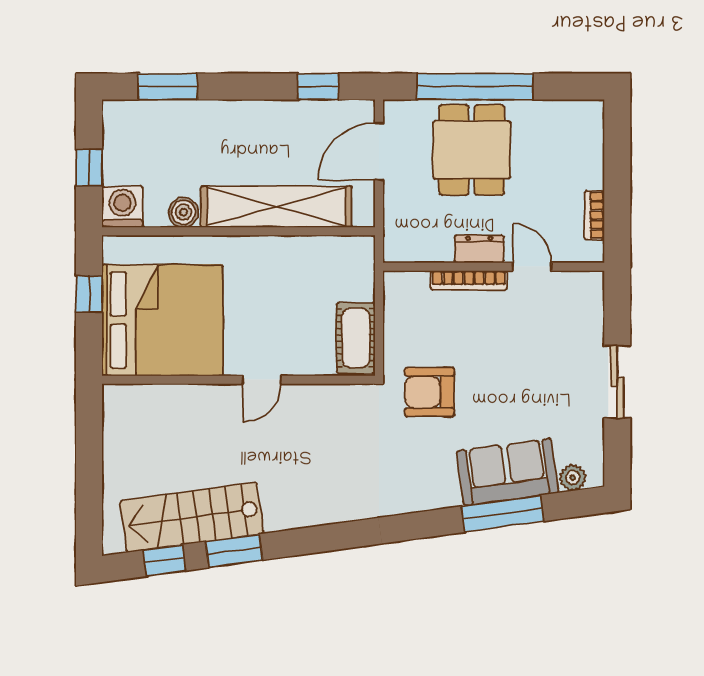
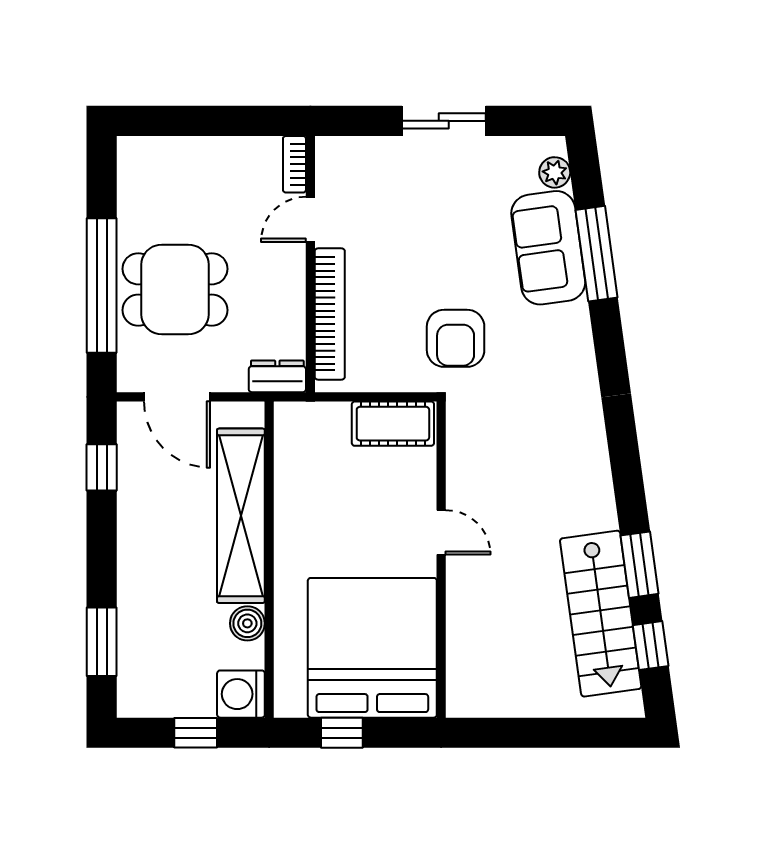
bookcase: (594, 215) -> (294, 164), moved, turned 90
dresser: (479, 249) -> (277, 376), moved, turned 90
bookcase: (469, 280) -> (330, 314), width x1.48, depth x1.31

